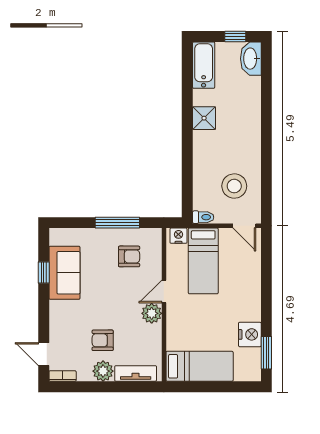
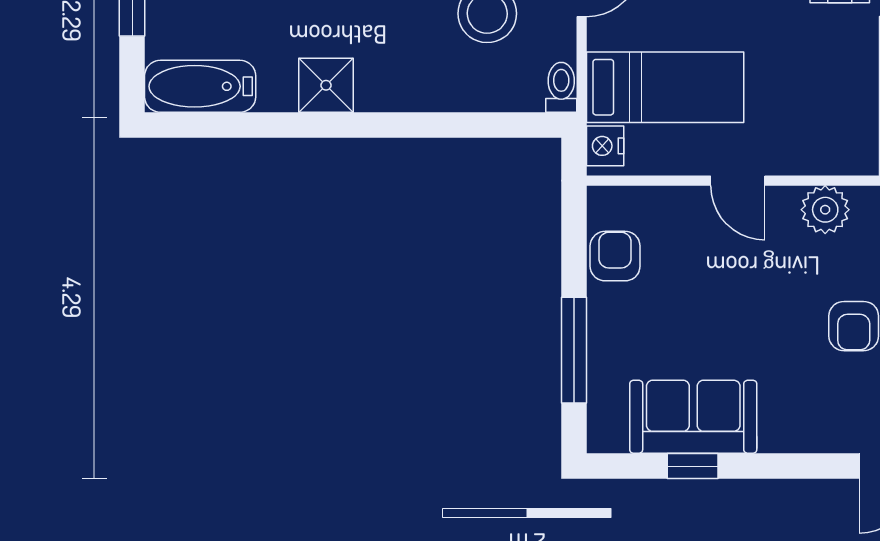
window: (117, 223) -> (574, 350), moved
armchair: (129, 256) -> (615, 256), moved
plant: (152, 313) -> (825, 210), moved

